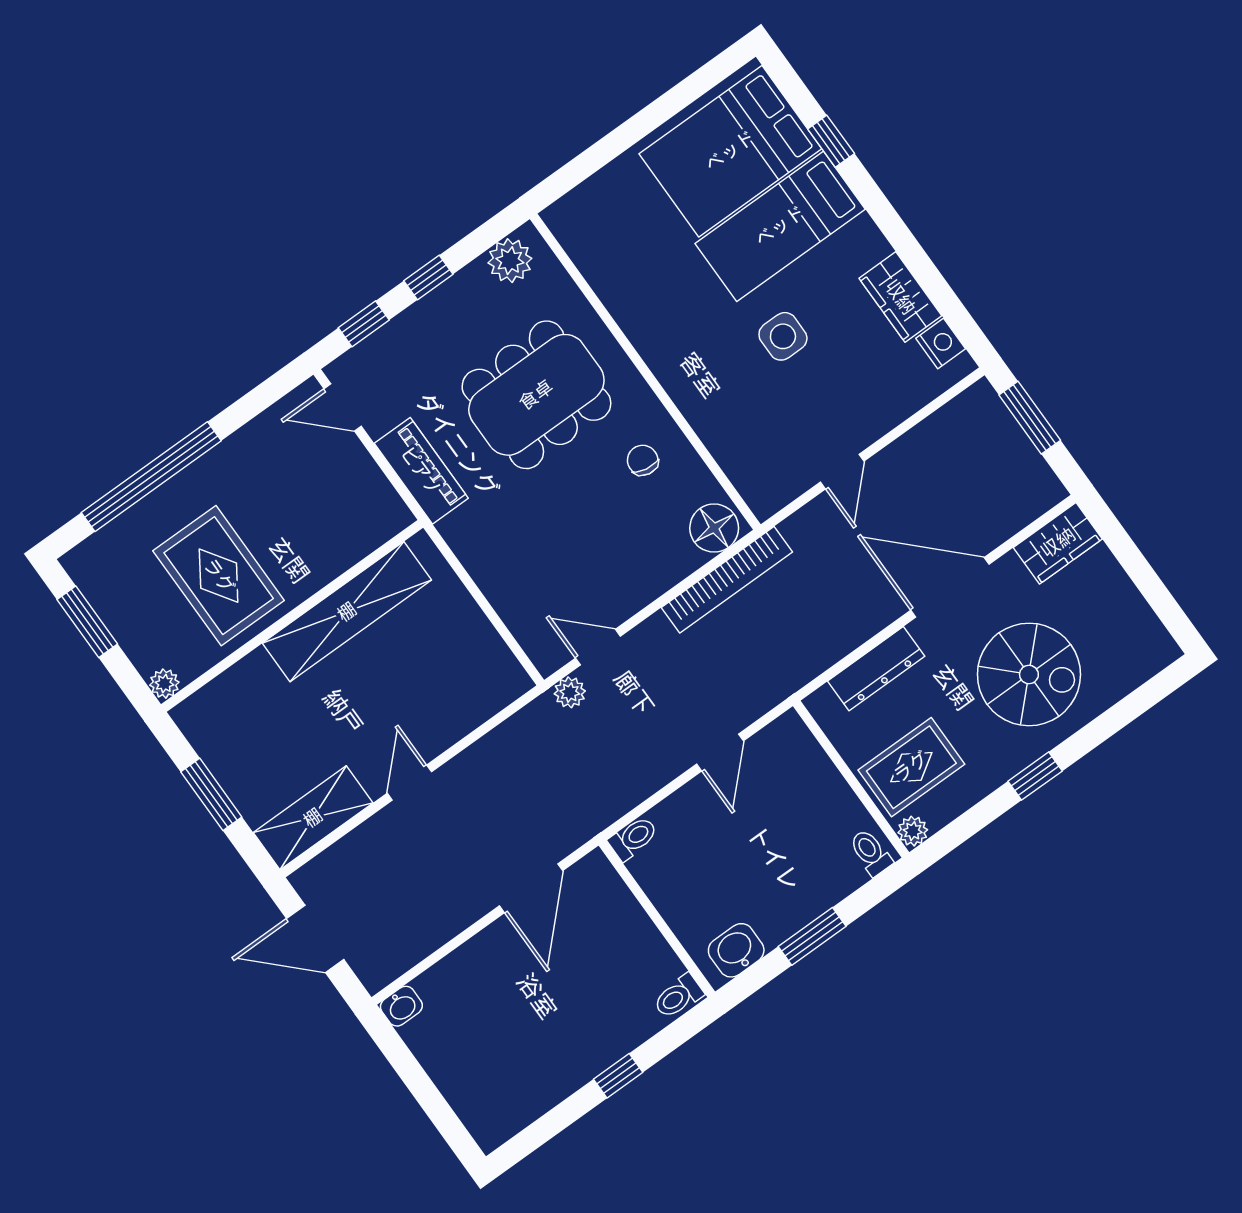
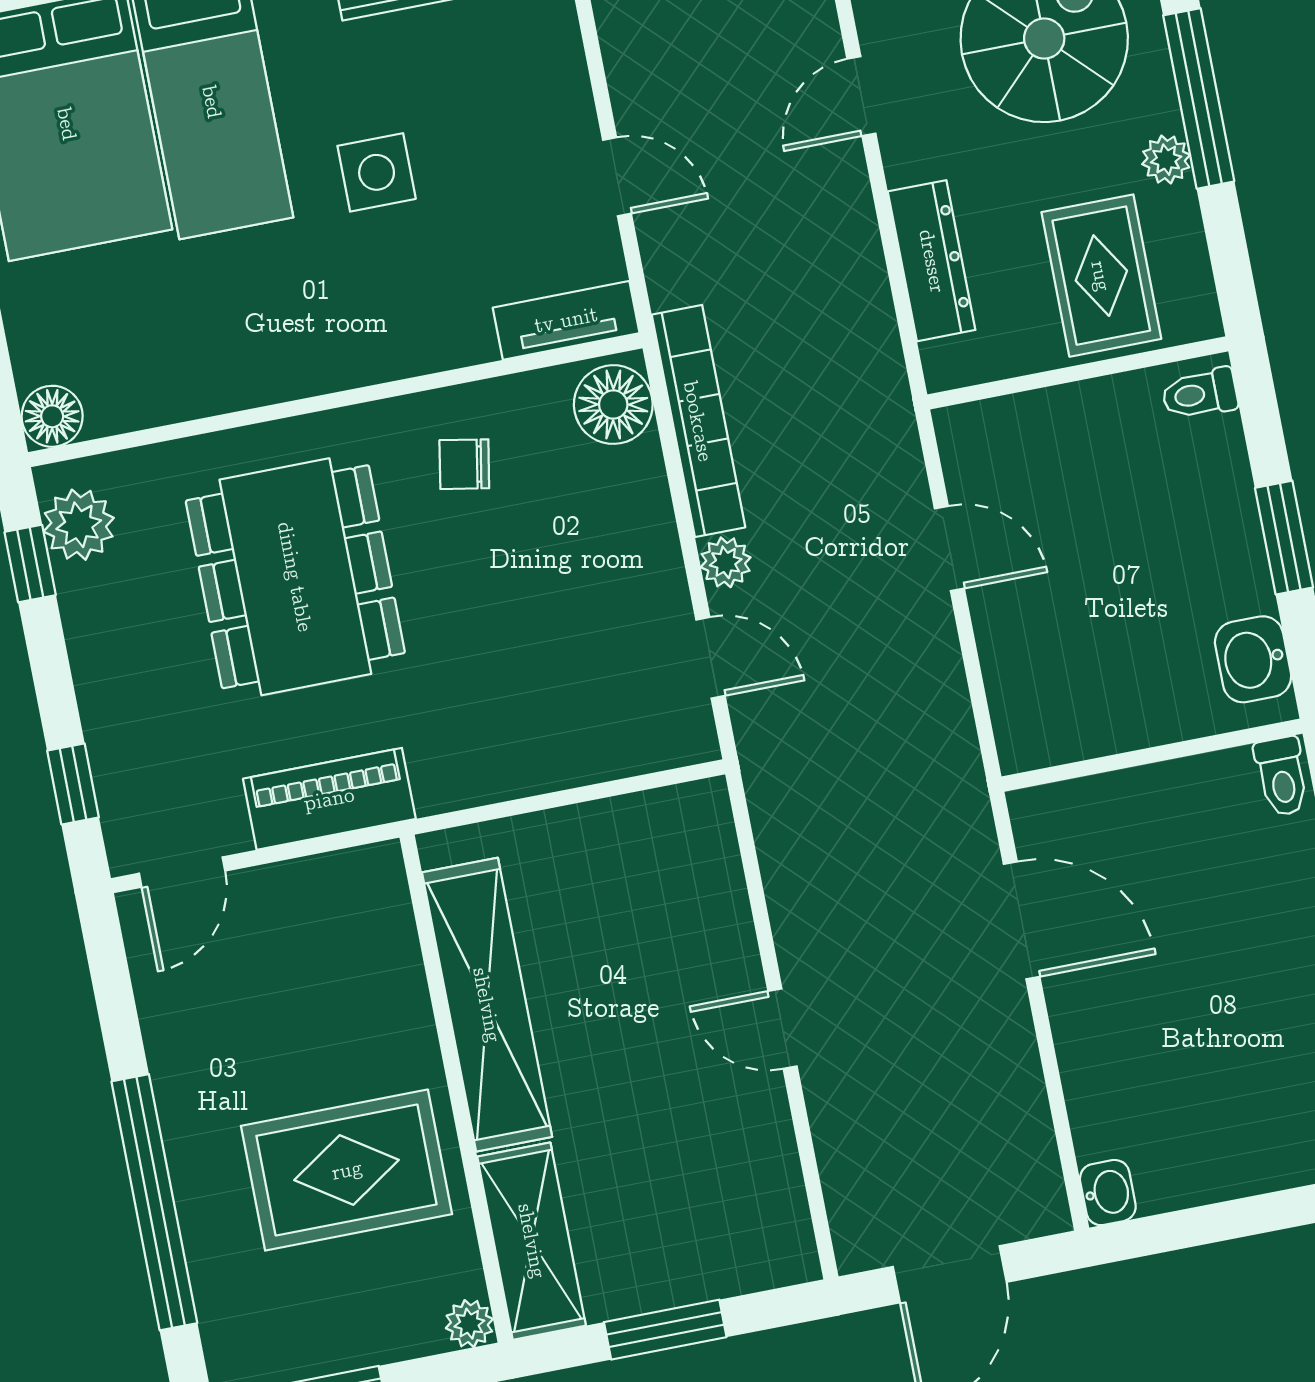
floor lamp: (564, 218) -> (52, 416), added
window: (428, 277) -> (30, 564), moved
tv unit: (749, 480) -> (566, 320), added
door: (950, 587) -> (861, 96), width x0.53
door: (598, 647) -> (710, 658), swing flipped
plant: (570, 692) -> (726, 562), moved
window: (1035, 776) -> (1199, 98), width x2.17
shelving: (313, 818) -> (532, 1241), moved
plant: (913, 831) -> (1166, 160), moved
toilet: (633, 838) -> (1017, 735), removed

